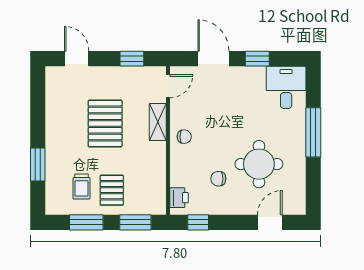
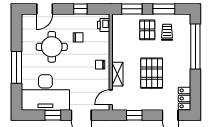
locker: (54, 85) -> (184, 98), added
desk: (286, 87) -> (45, 92), width x1.87, depth x1.30
window: (38, 165) -> (195, 46), width x2.11
window: (198, 222) -> (80, 9), moved

